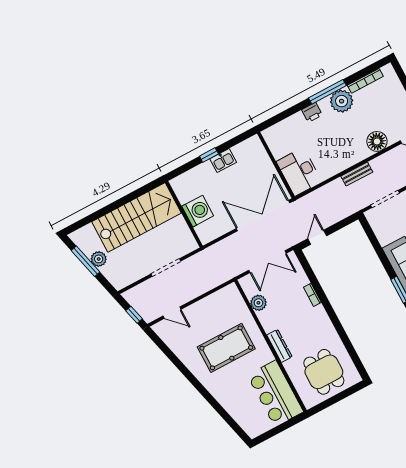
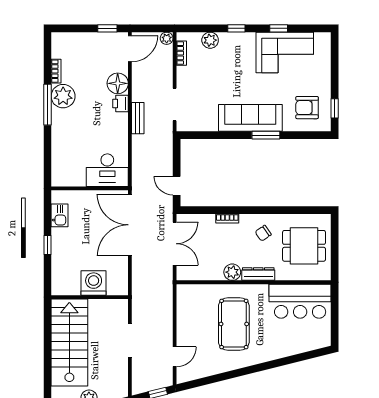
bookcase: (365, 81) -> (56, 71), width x0.64
printer: (312, 112) -> (121, 103), moved, turned 180
kitchen sink: (223, 161) -> (60, 215), moved
plant: (258, 303) -> (232, 272), moved
chair: (316, 332) -> (263, 233), added

